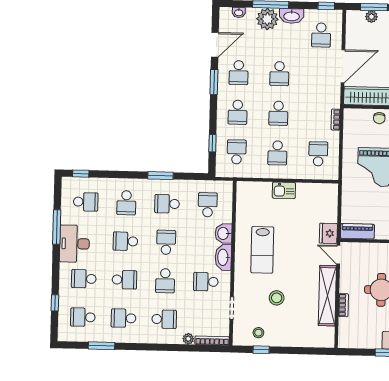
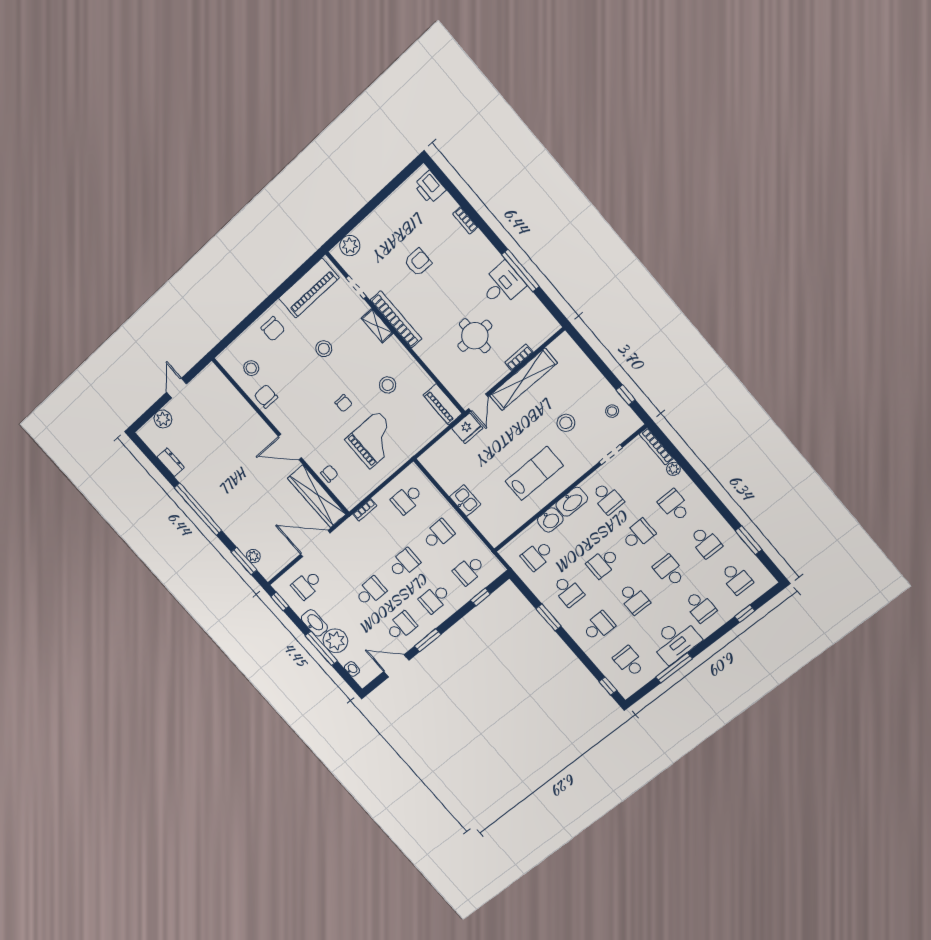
school desk: (321, 35) -> (307, 585), turned 180
school desk: (238, 112) -> (435, 598), turned 180

